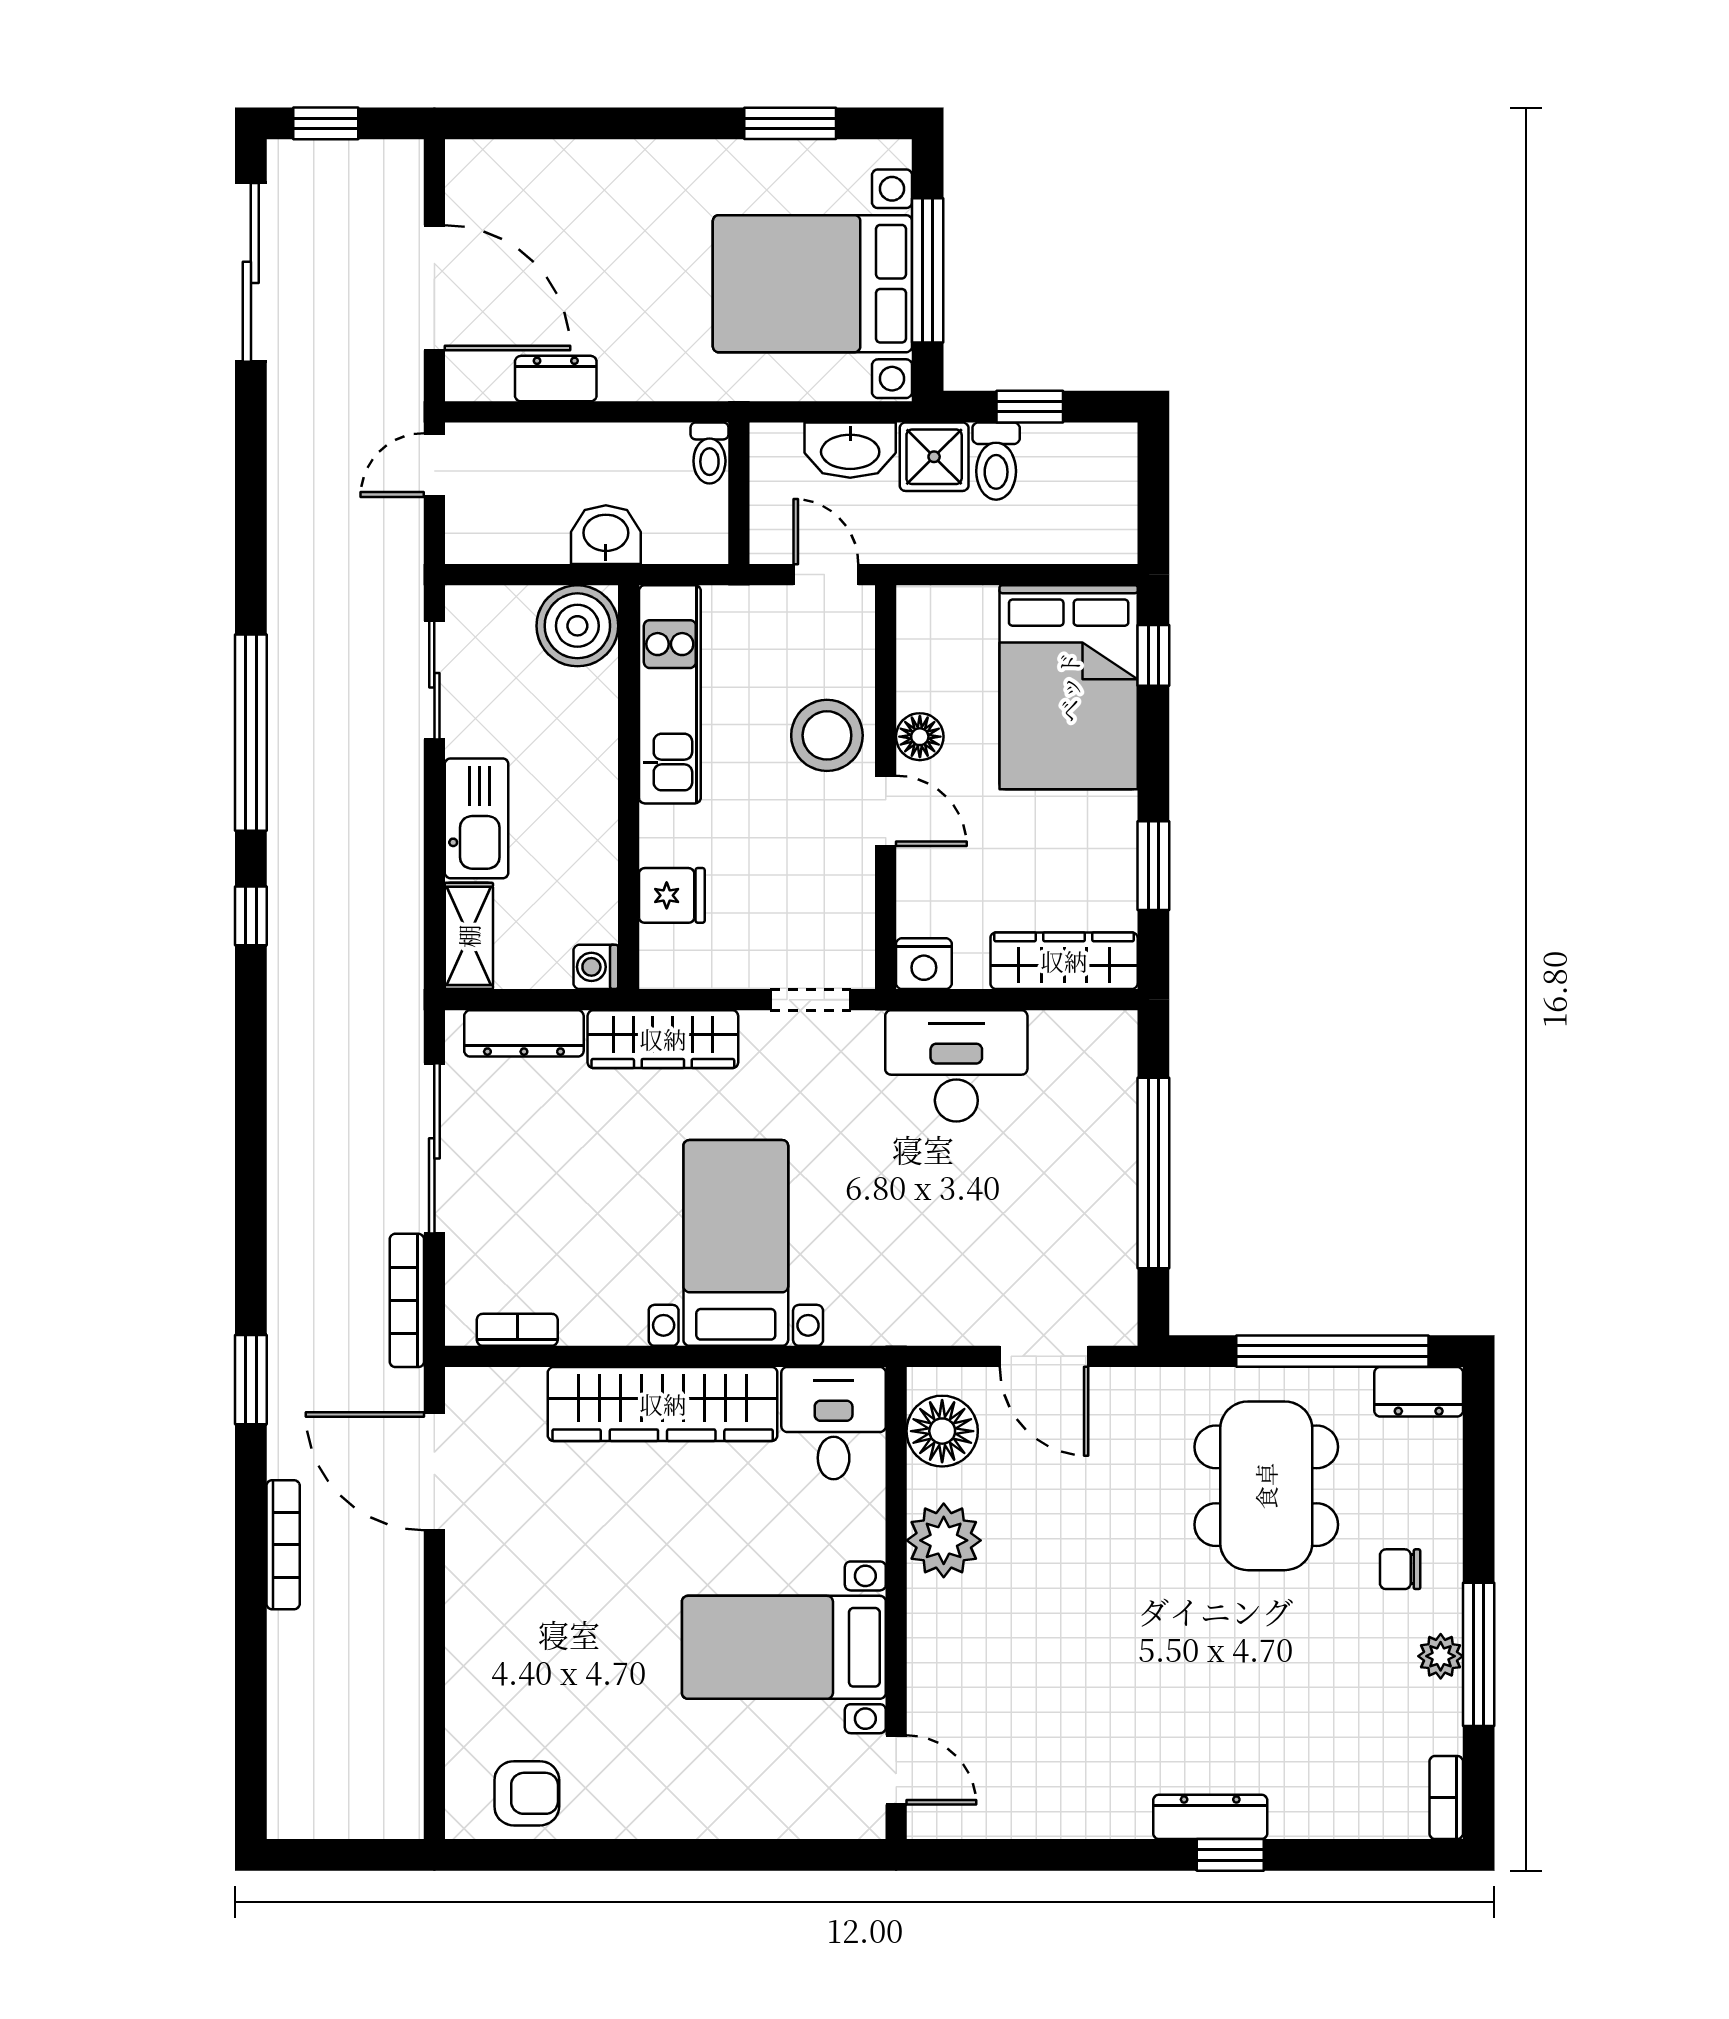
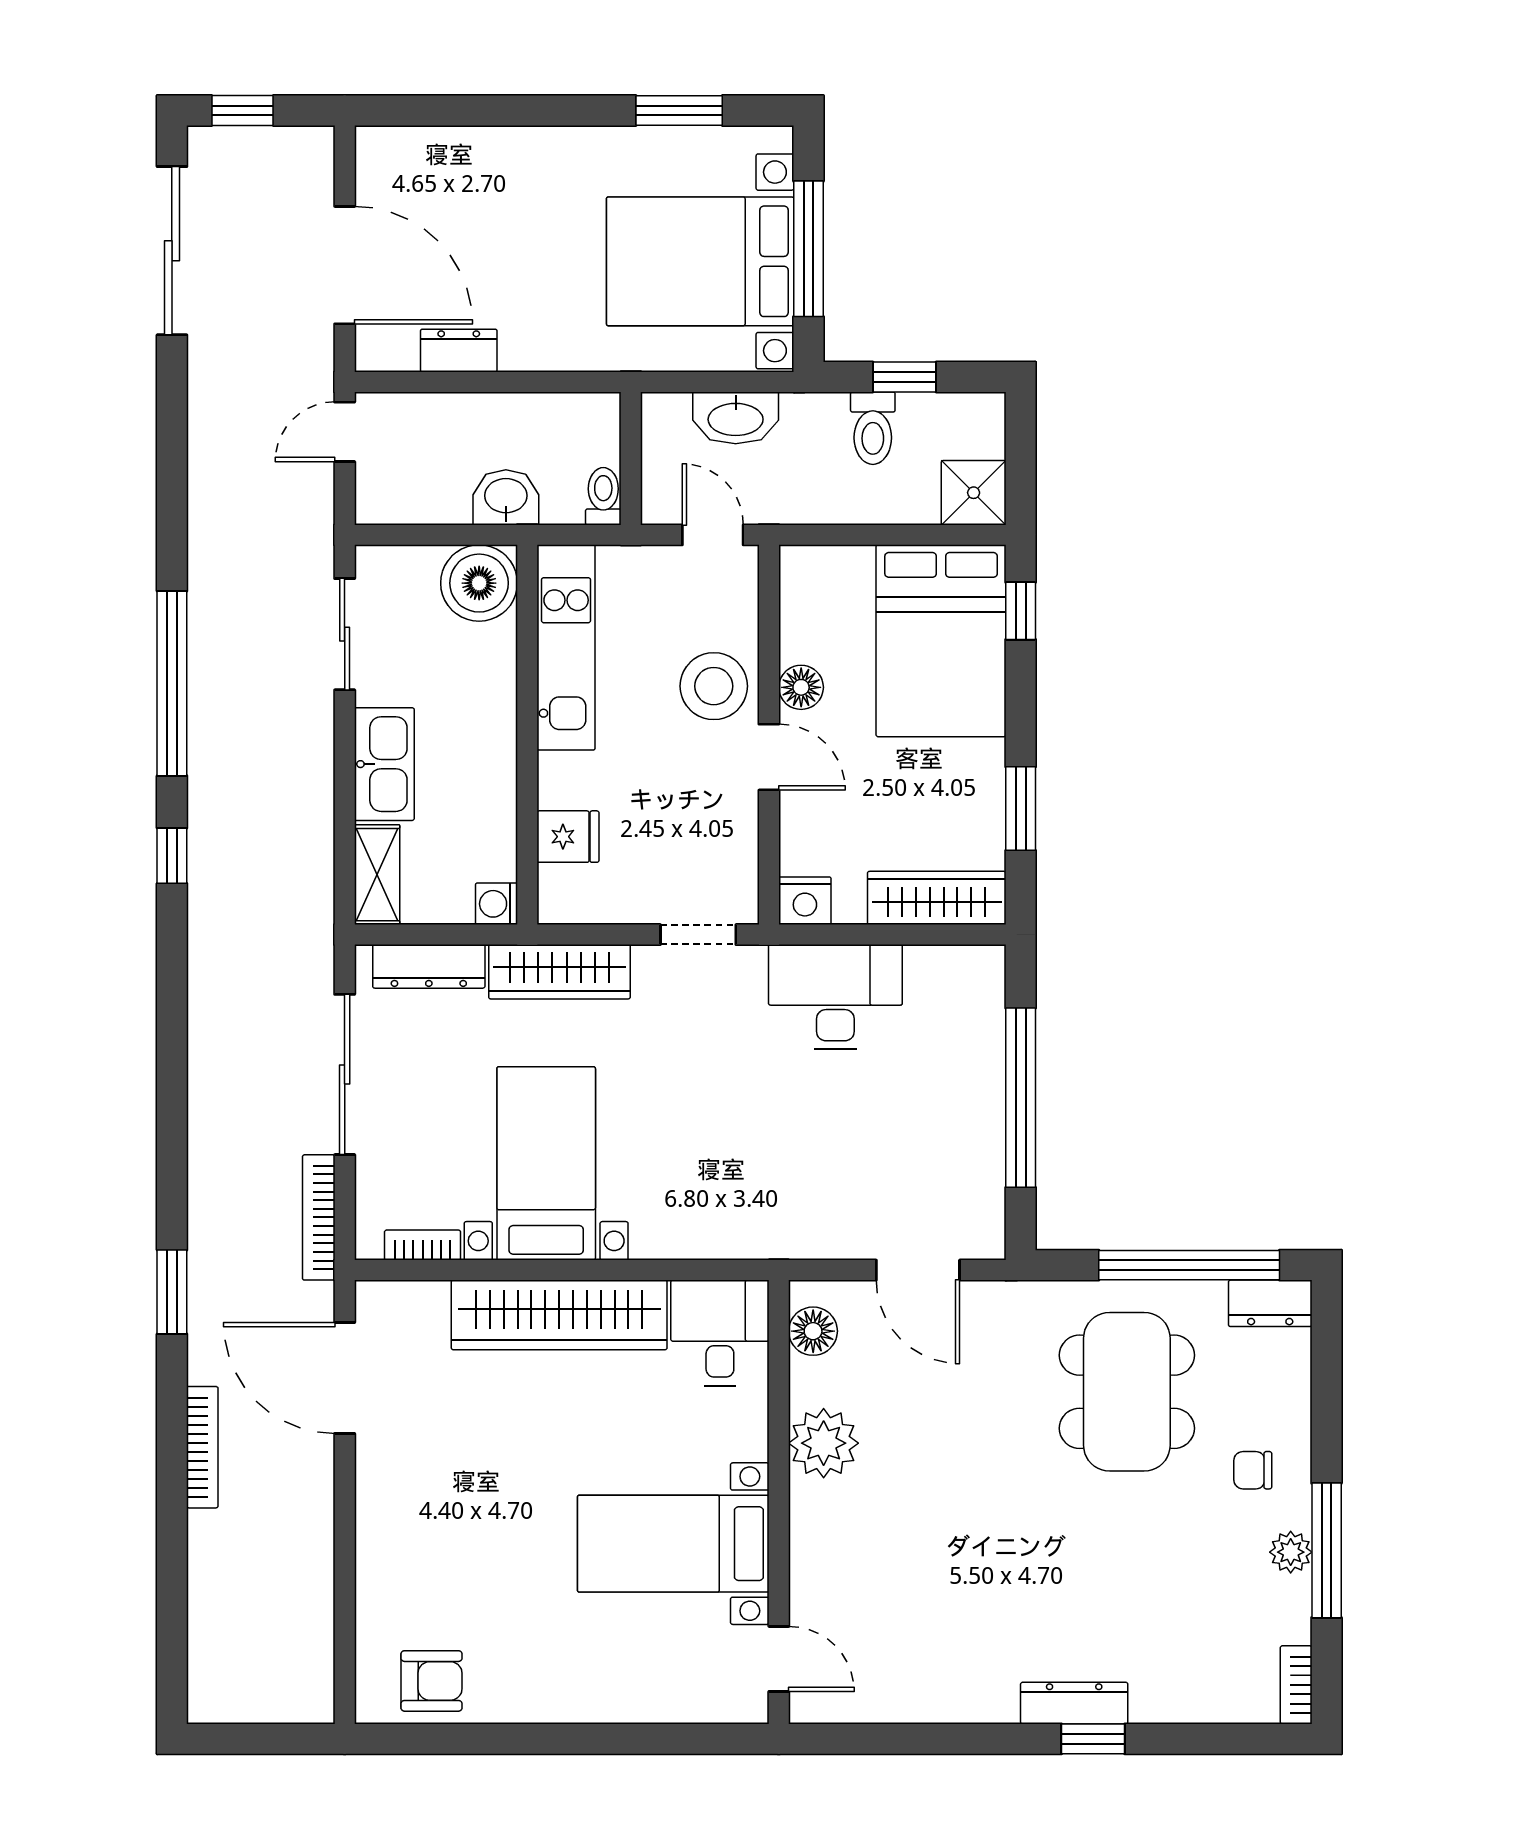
toilet: (709, 453) -> (603, 496), moved, turned 180
shower: (934, 457) -> (974, 493), moved
bed with nightstands: (736, 1243) -> (546, 1163), moved
floor lamp: (942, 1431) -> (813, 1331), width x0.73, depth x0.73

